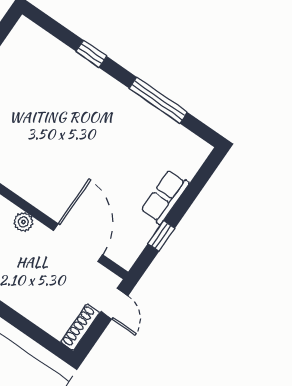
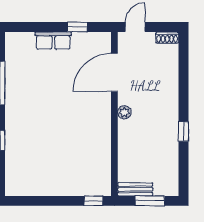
shoe rack: (80, 327) -> (167, 38), width x0.70

